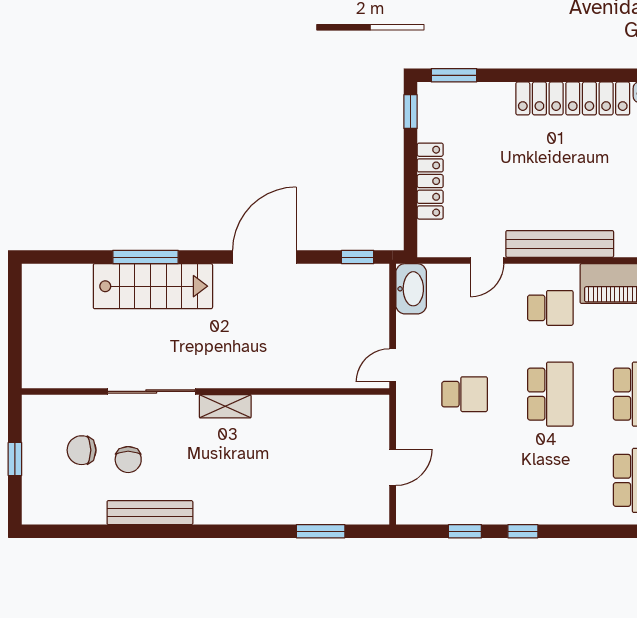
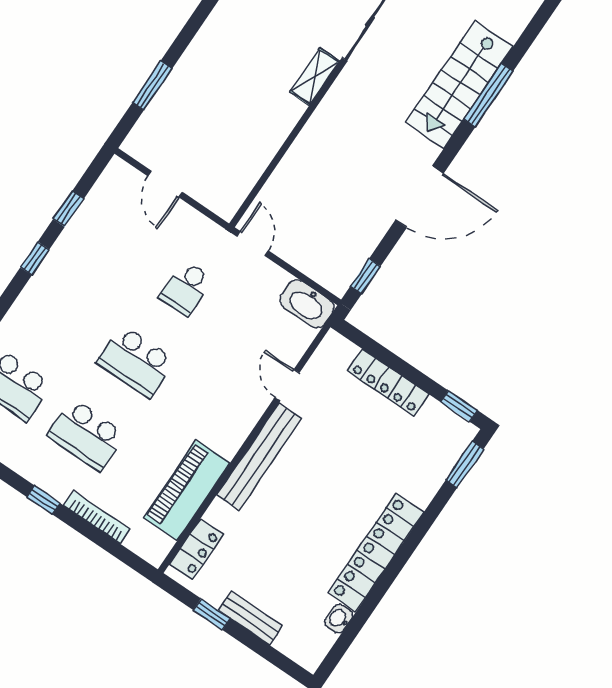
door: (264, 257) -> (419, 197), hinge flipped
school desk: (550, 308) -> (210, 412), removed

